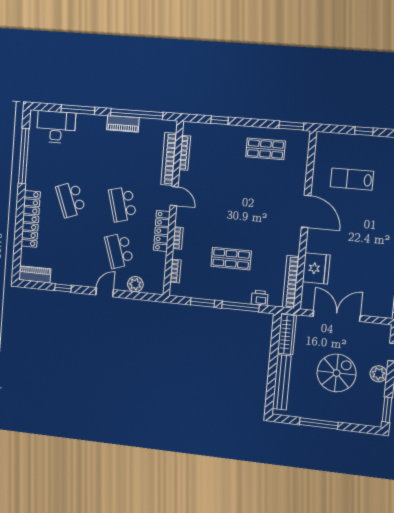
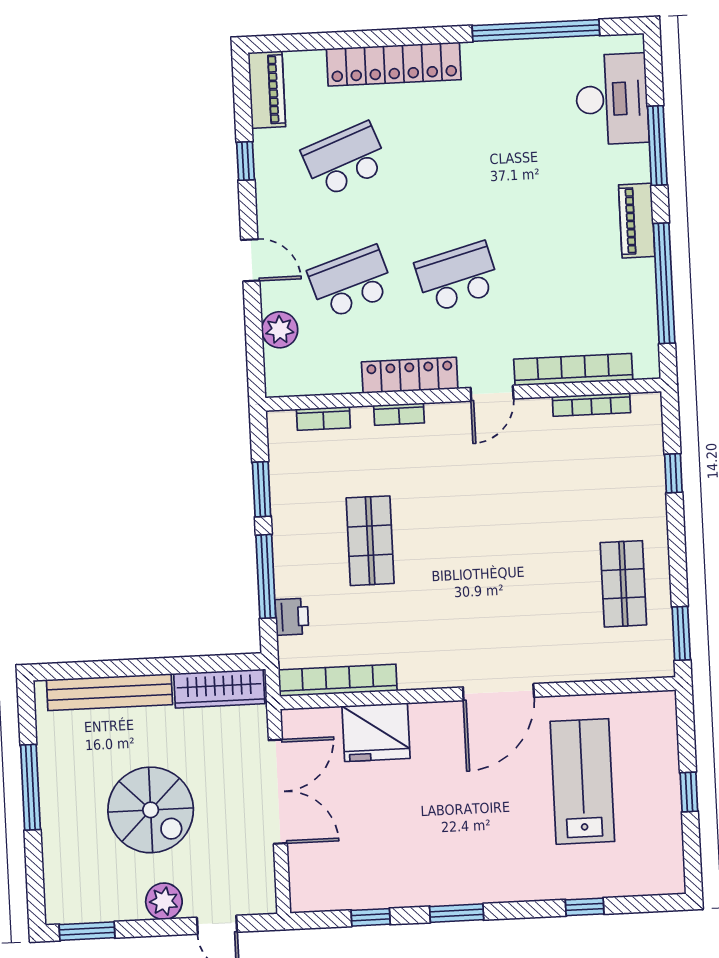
piano: (123, 124) -> (637, 221), moved
lab bench: (352, 179) -> (582, 781), width x1.36, depth x1.39
school desk: (71, 200) -> (345, 159), moved

